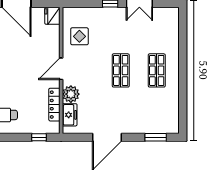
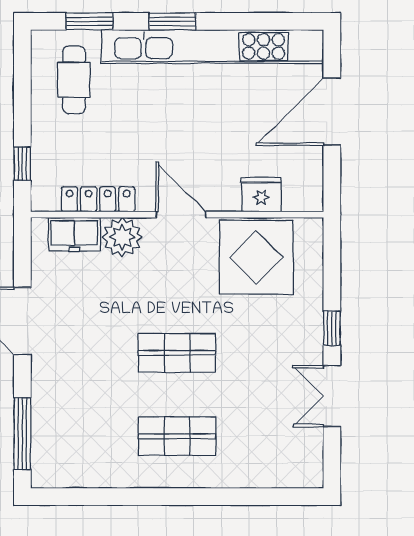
fridge: (52, 16) -> (261, 195), moved
display table: (79, 36) -> (256, 257), width x1.86, depth x1.86
window: (156, 137) -> (22, 434), width x1.44

